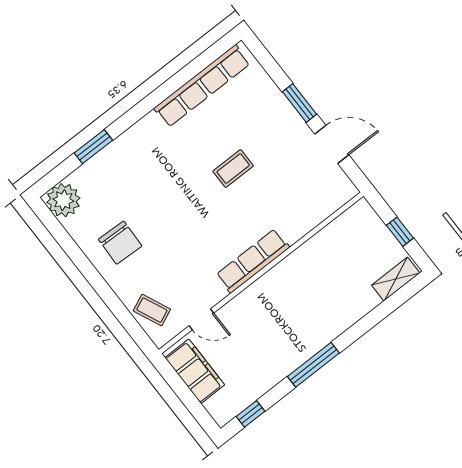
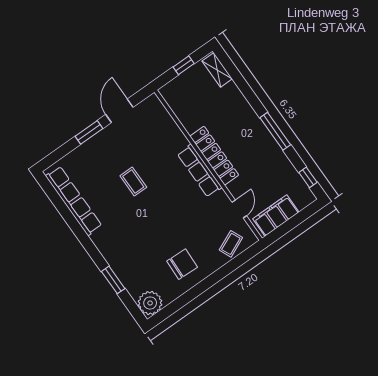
locker: (275, 281) -> (214, 156), added

